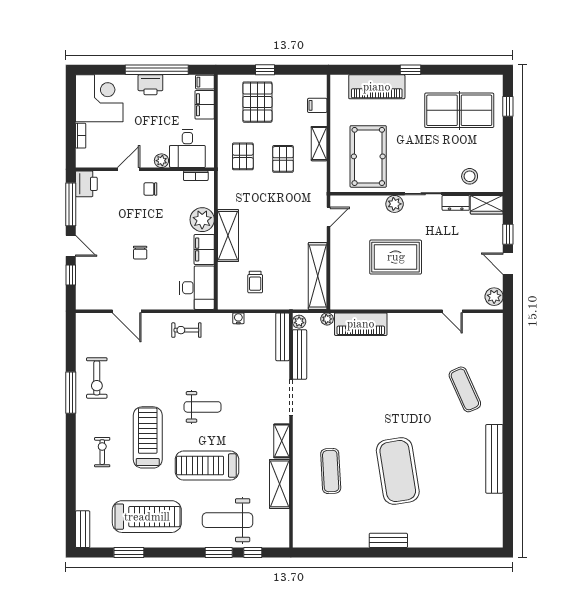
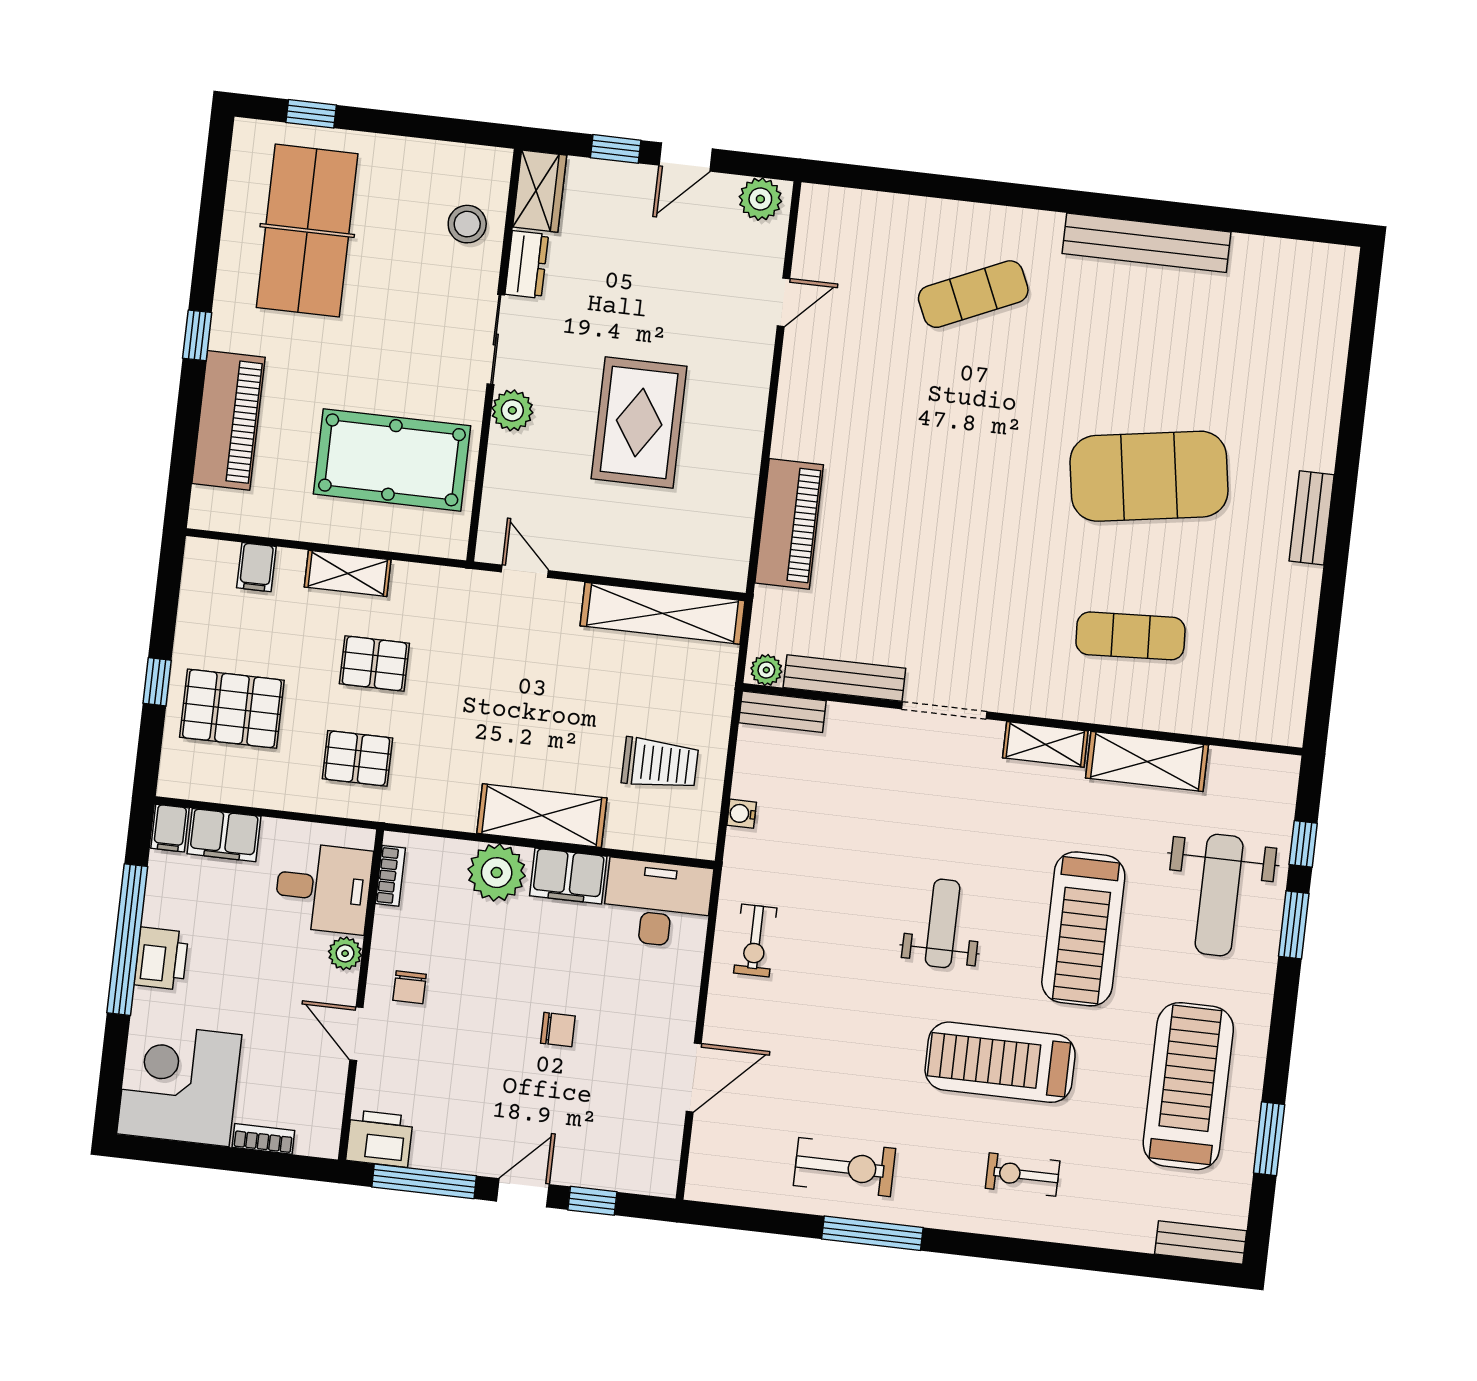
trolley: (255, 282) -> (660, 764), width x1.36, depth x1.39
plant: (327, 319) -> (768, 603), removed
bench: (283, 337) -> (782, 712), width x0.73

